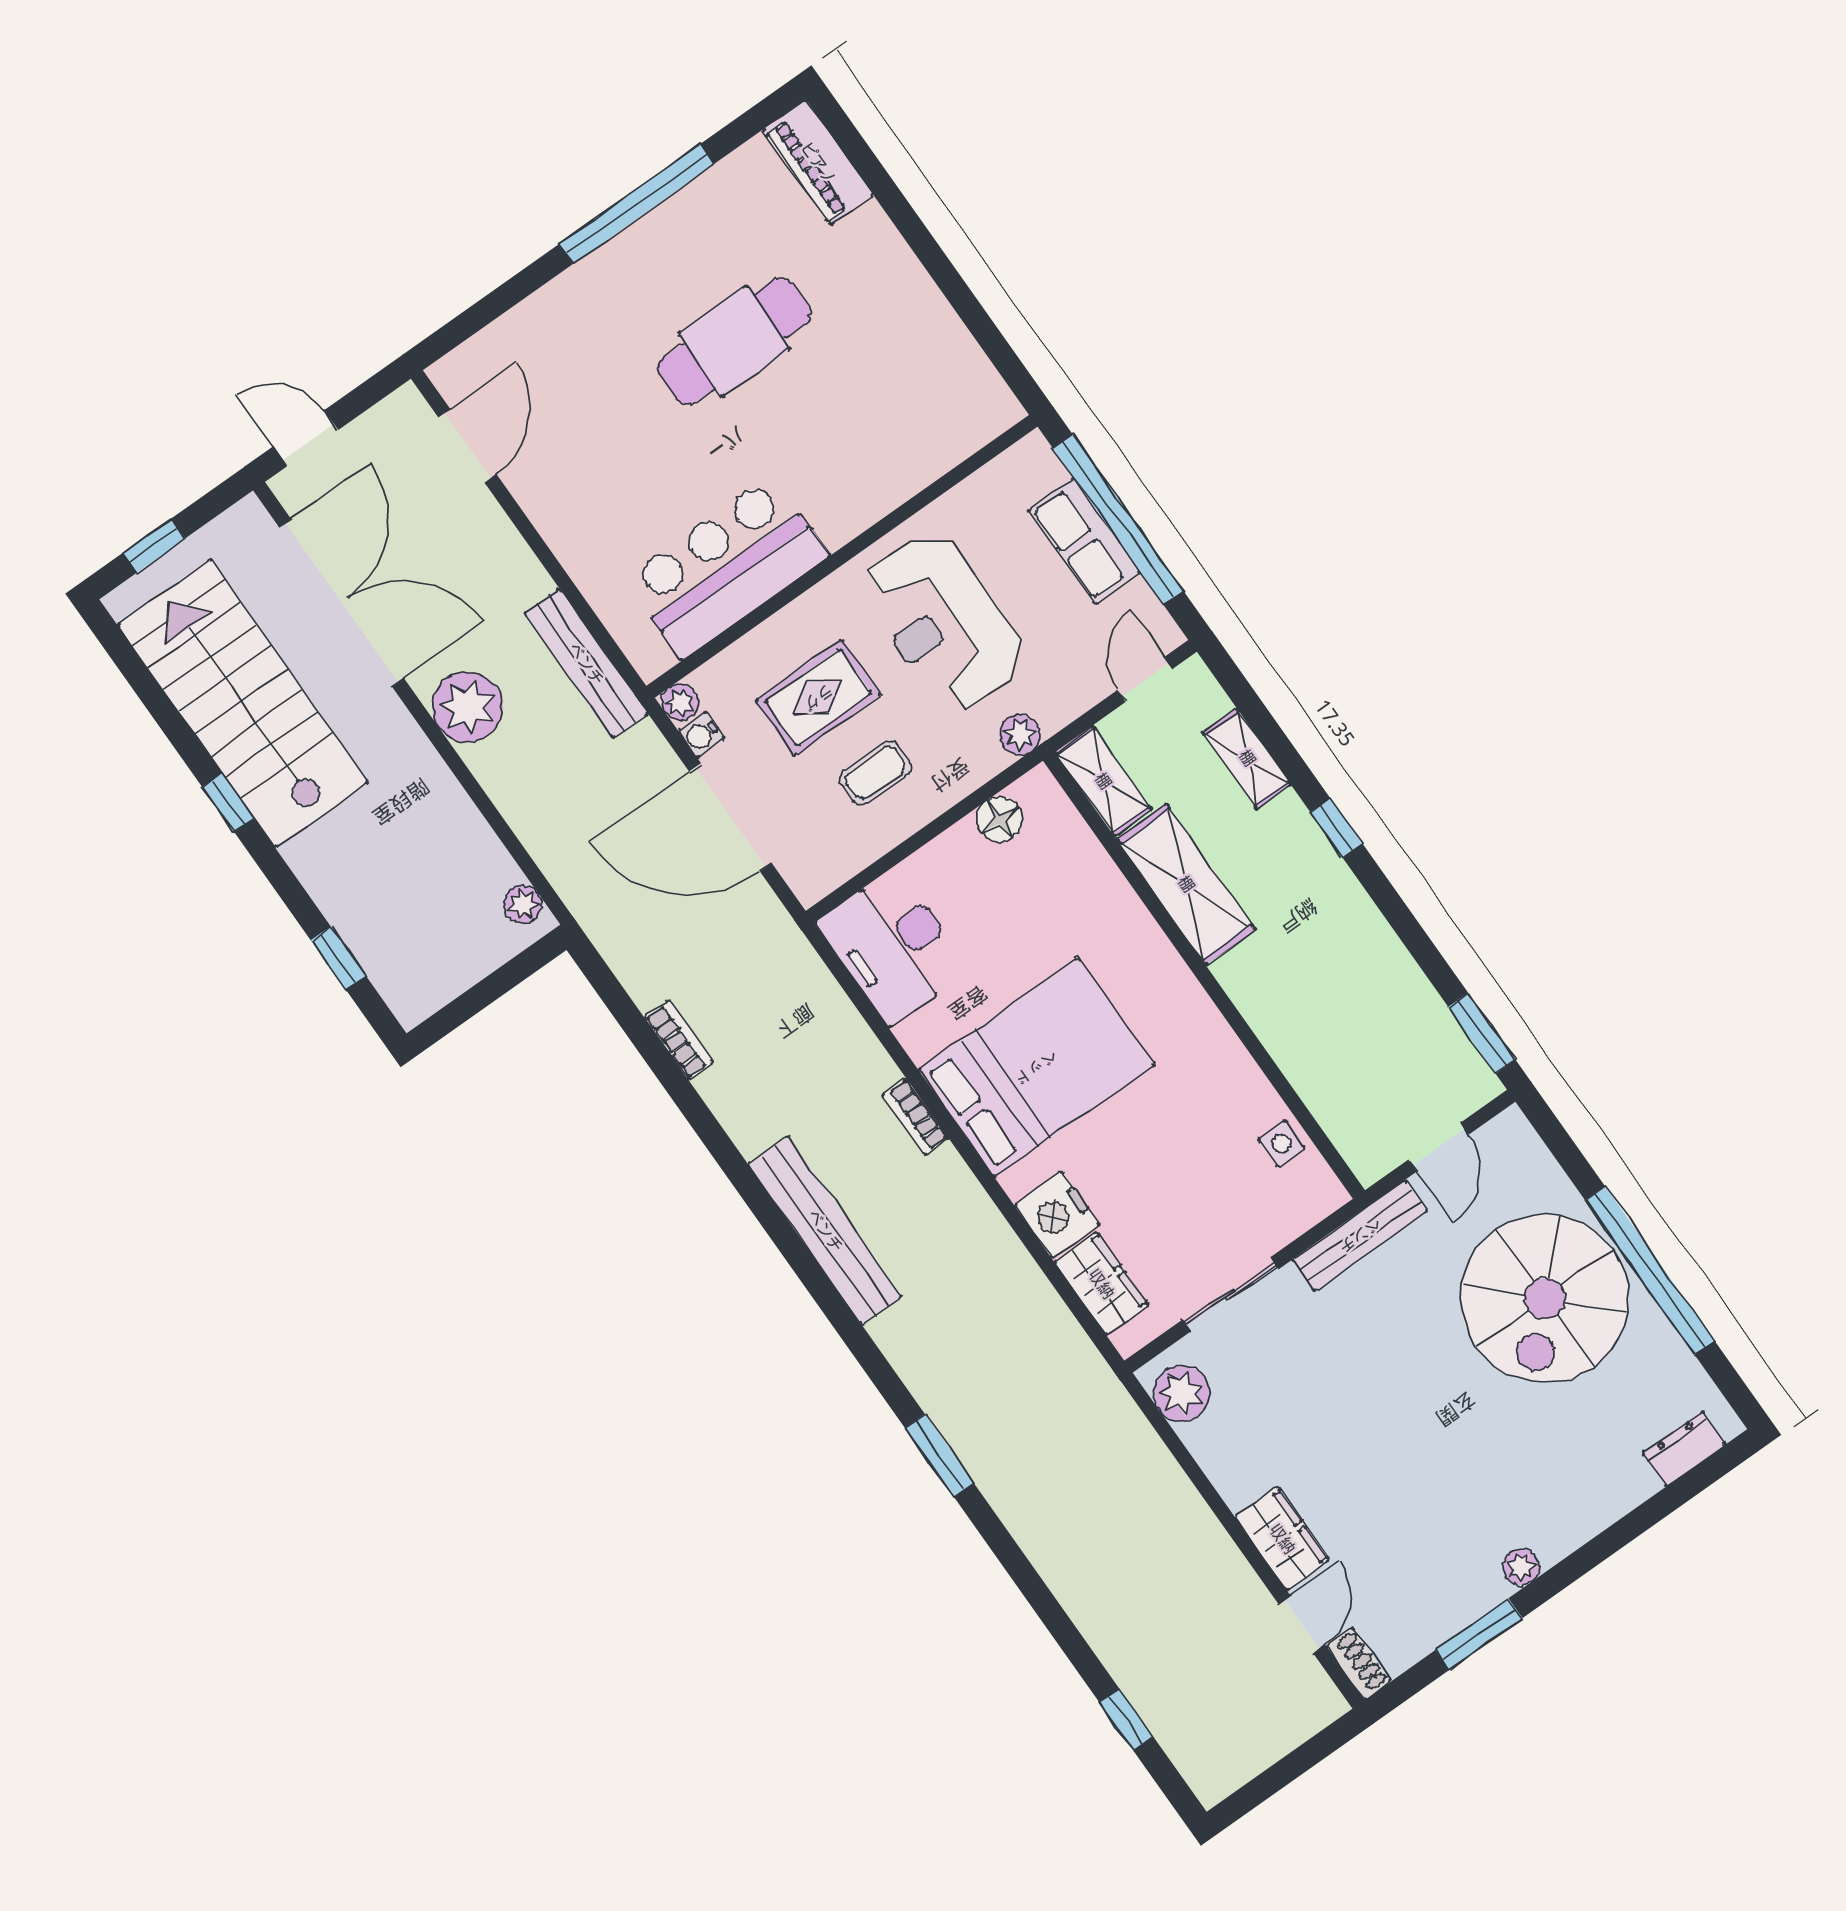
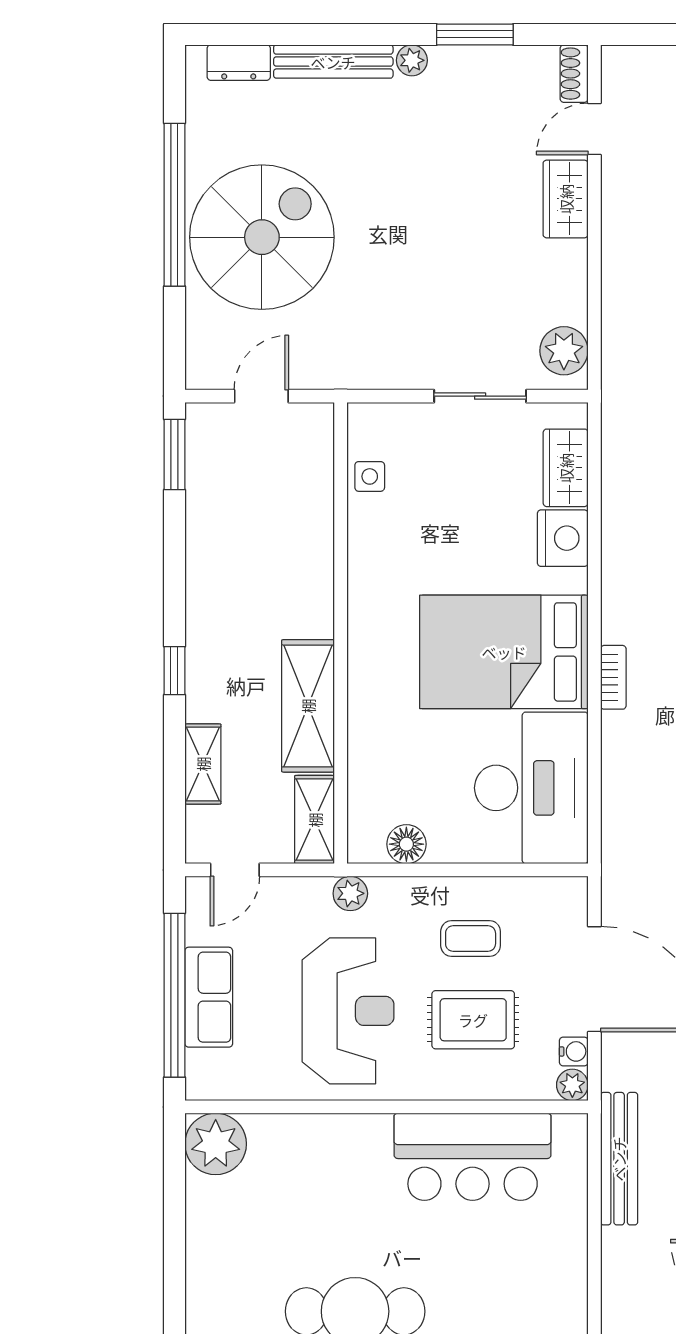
plant: (979, 406) -> (216, 1144), added
desk: (893, 946) -> (531, 788), width x1.36, depth x1.30
bench: (1360, 1235) -> (333, 62), moved

